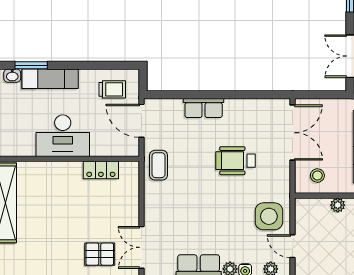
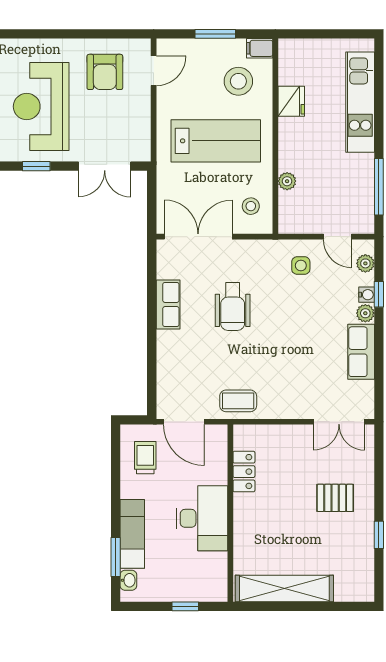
row of seats: (204, 108) -> (168, 305), moved
door: (142, 121) -> (184, 422), hinge flipped
side table: (269, 216) -> (301, 266), width x0.54, depth x0.54
door: (293, 246) -> (337, 237), hinge flipped
pallet: (100, 254) -> (335, 498), moved, turned 90

